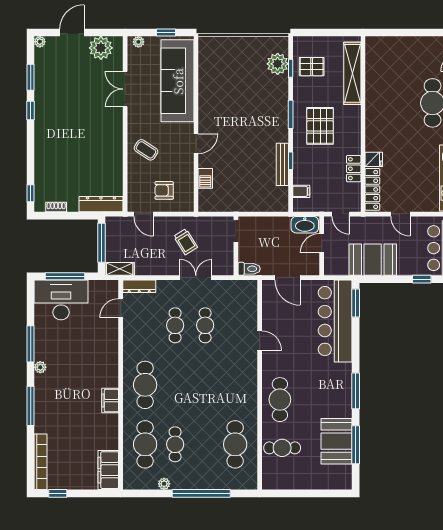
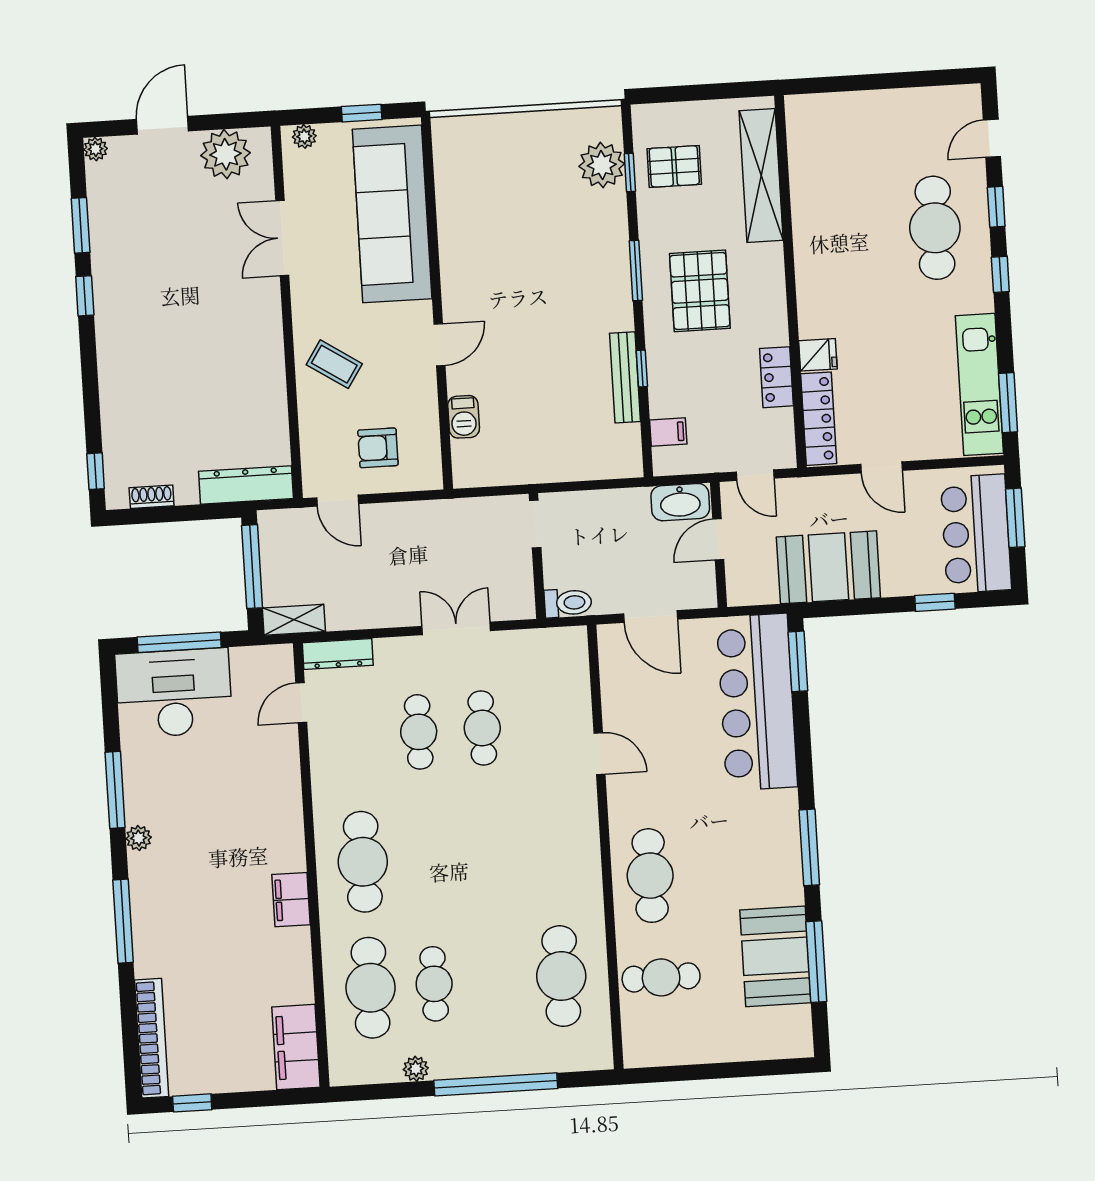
trolley: (186, 242) -> (430, 554), removed

